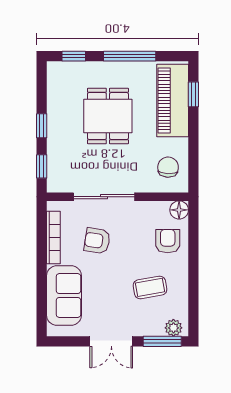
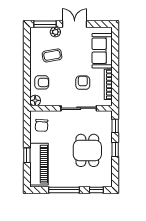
window: (193, 94) -> (27, 155), moved
dining table: (108, 116) -> (87, 150), moved
armchair: (97, 241) -> (83, 83), turned -99
armchair: (168, 241) -> (42, 82), turned -90
plant: (173, 328) -> (55, 32), moved

